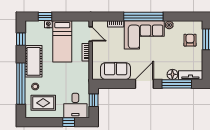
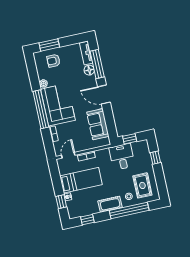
cot: (33, 61) -> (110, 204), width x0.73, depth x0.75
desk: (75, 106) -> (122, 157), moved, turned -90

